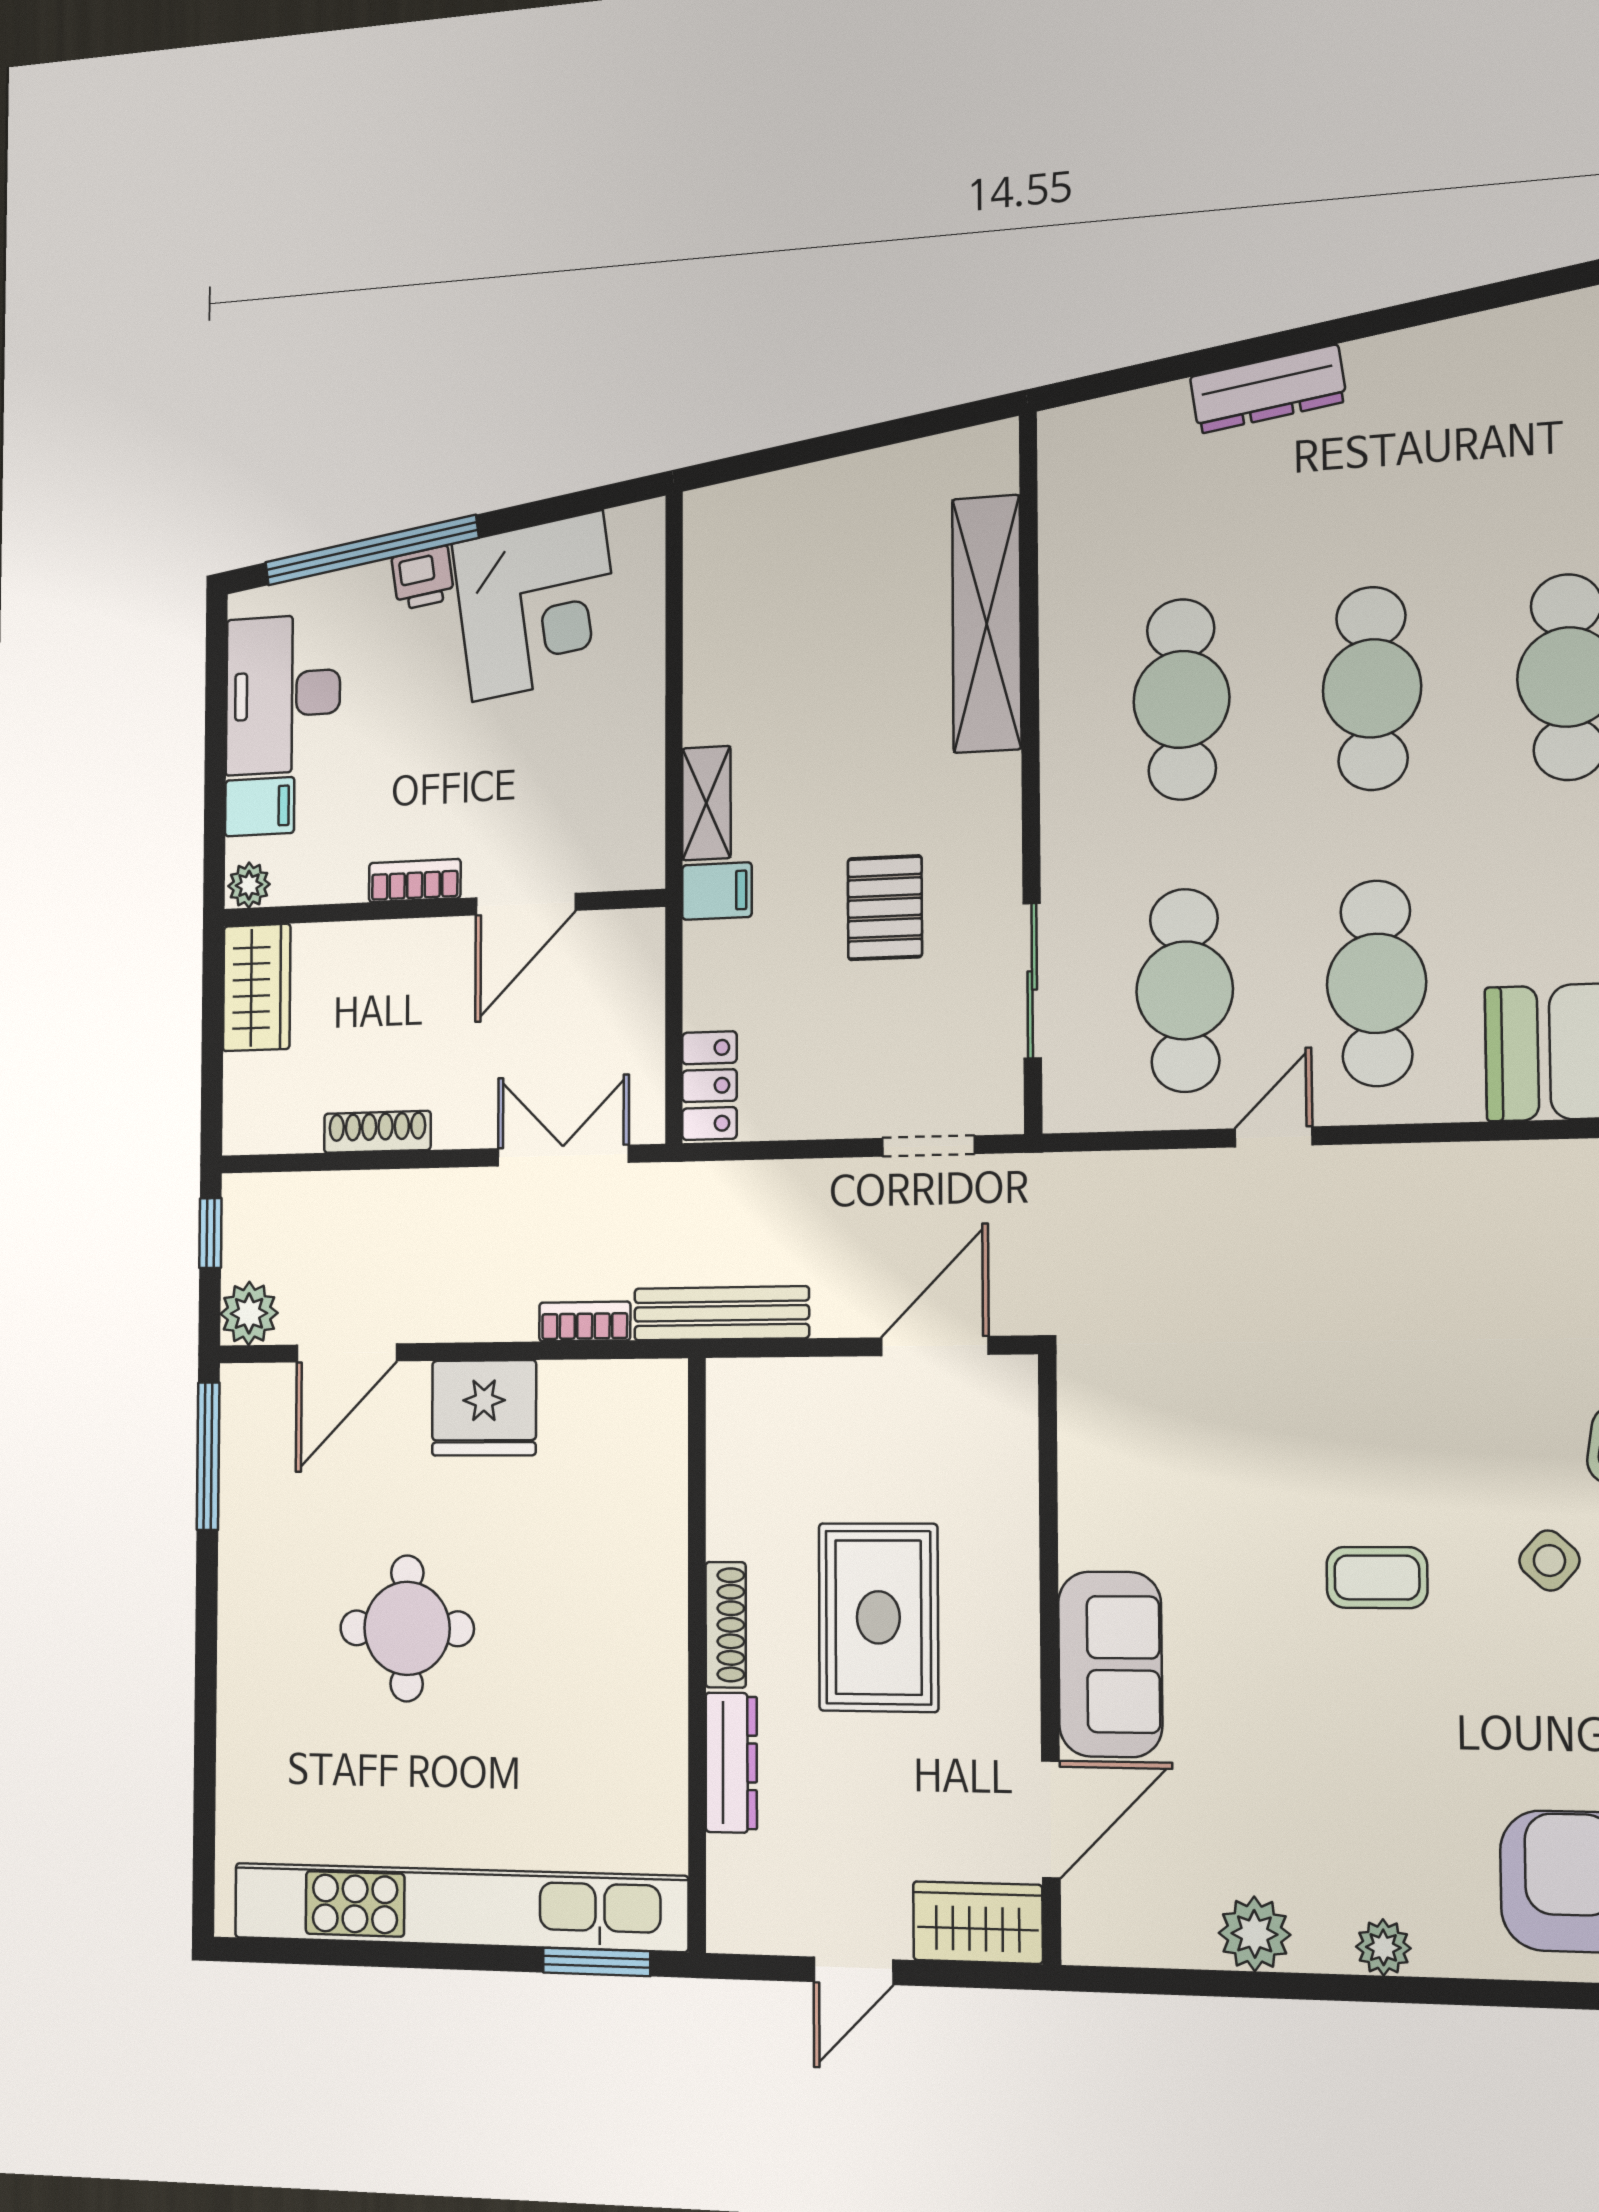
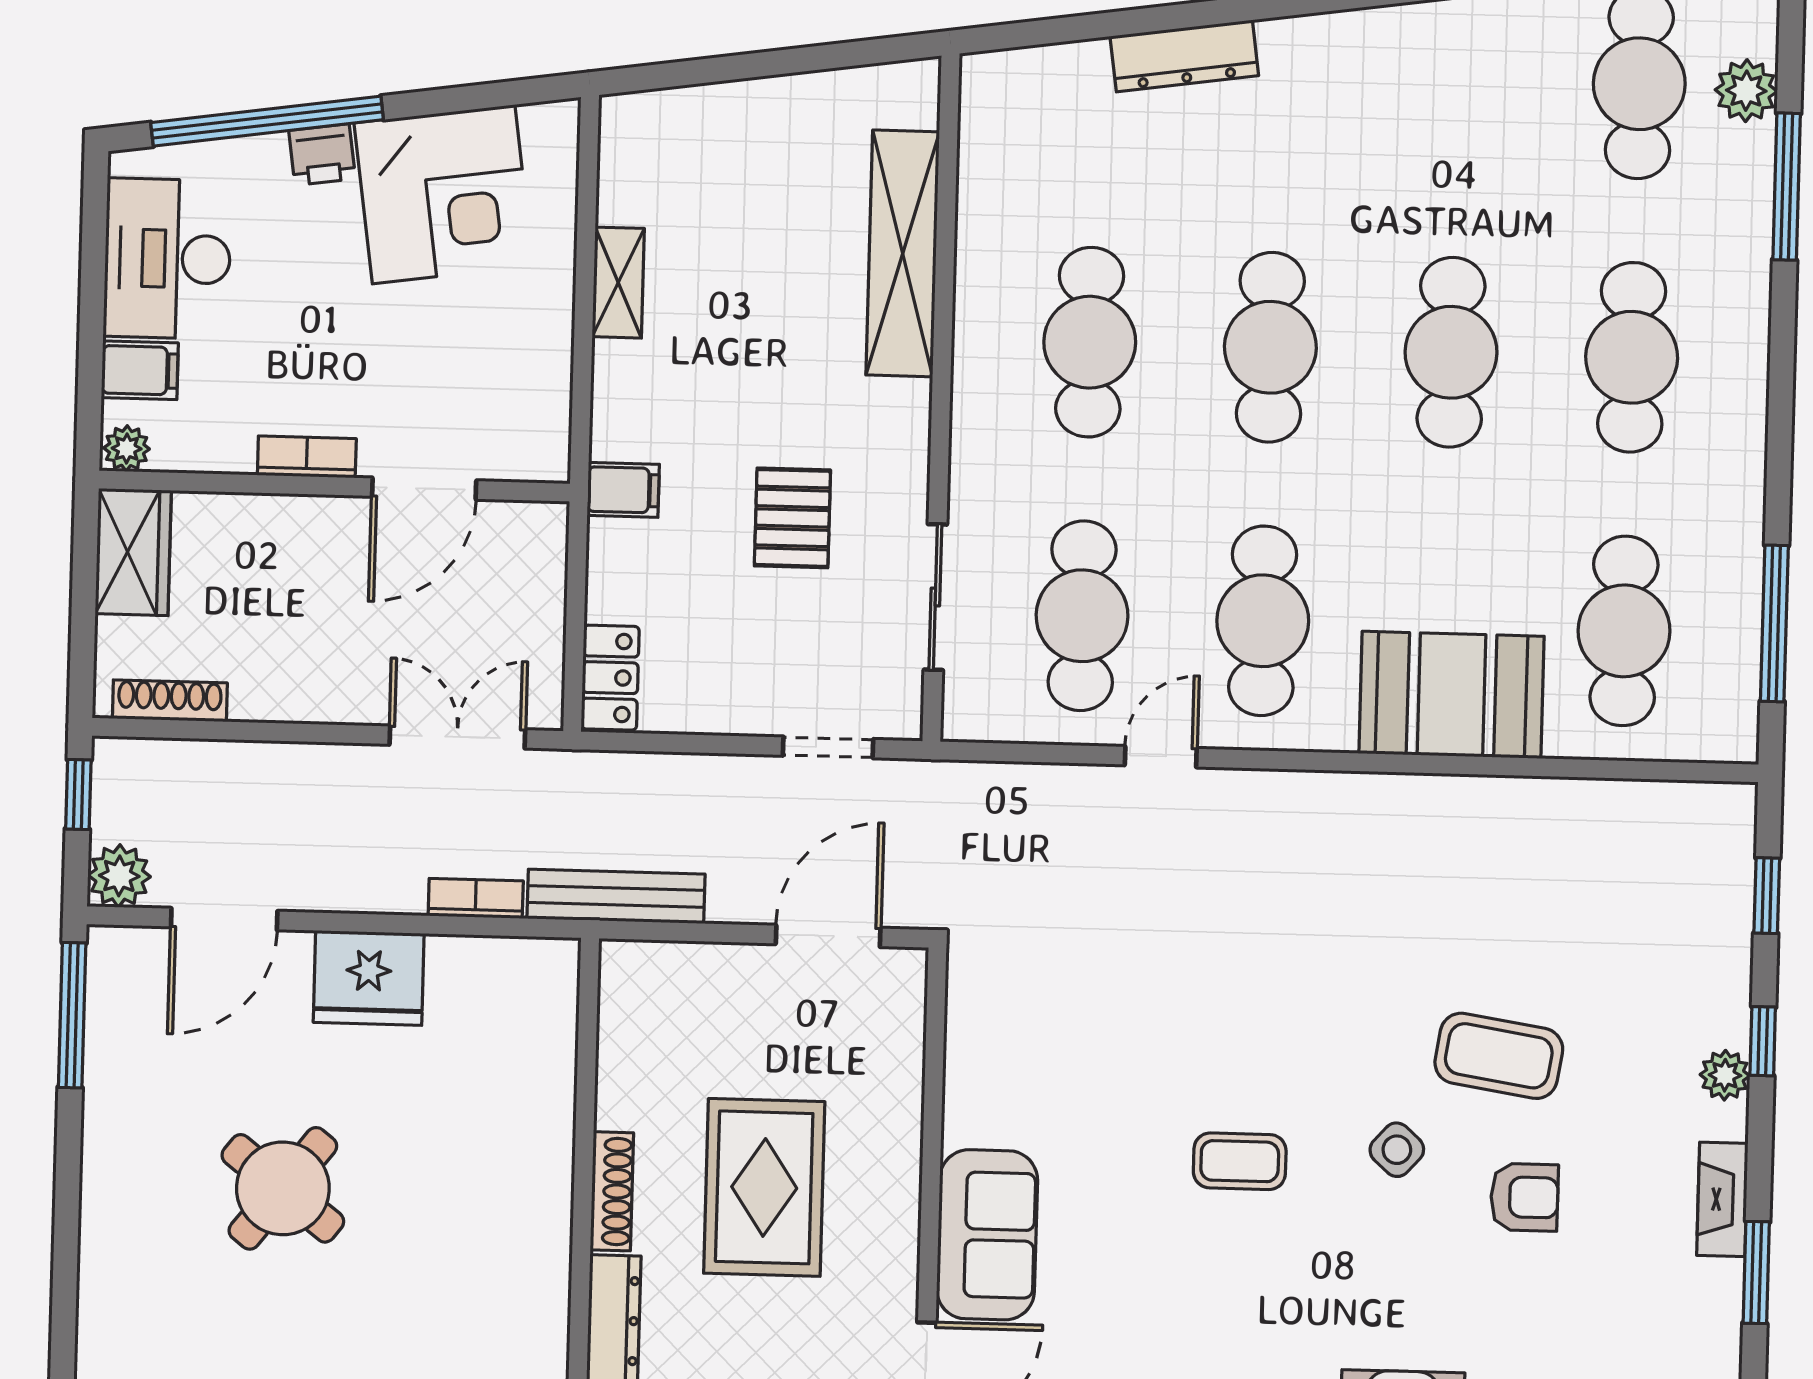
shelving: (706, 803) -> (618, 283), moved
shoe rack: (377, 1132) -> (170, 701), moved
round table: (407, 1628) -> (283, 1188), turned 38

